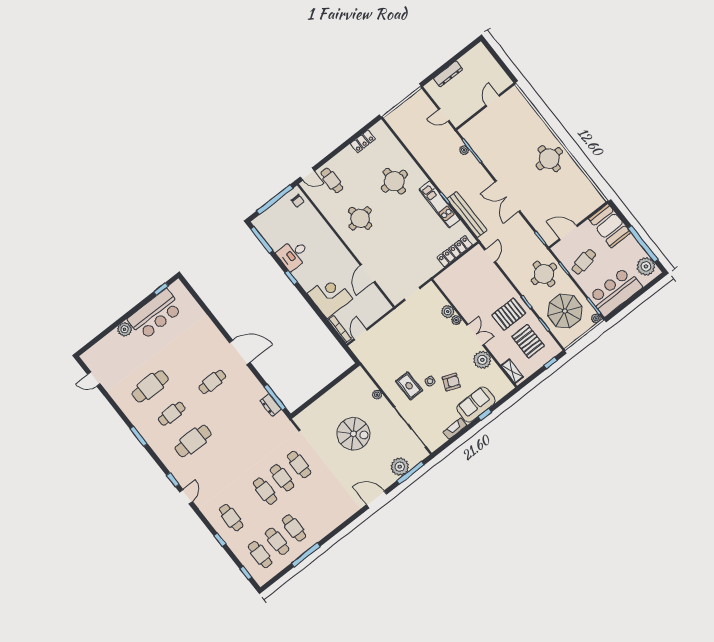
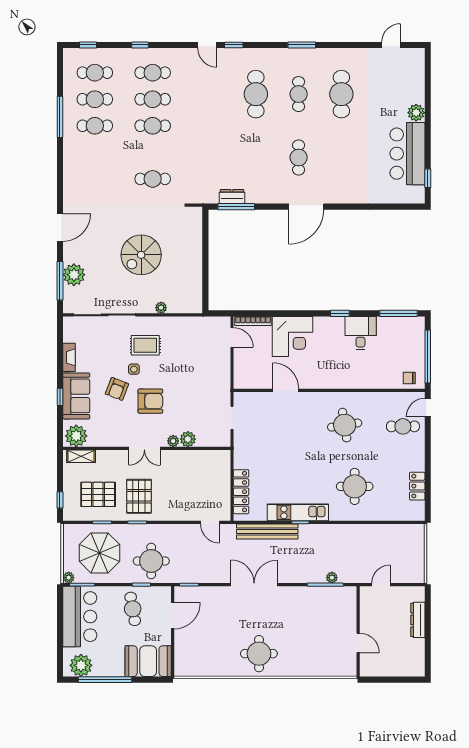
armchair: (442, 355) -> (150, 401), added
plant: (482, 360) -> (76, 436), moved
cafe table: (282, 478) -> (153, 99), moved

